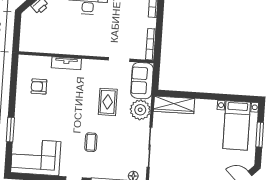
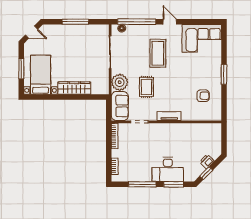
tv unit: (66, 63) -> (169, 116), moved
wardrobe: (174, 105) -> (74, 88), moved
window: (10, 130) -> (224, 74), moved
coffee table: (91, 142) -> (158, 53), width x1.86, depth x1.72

